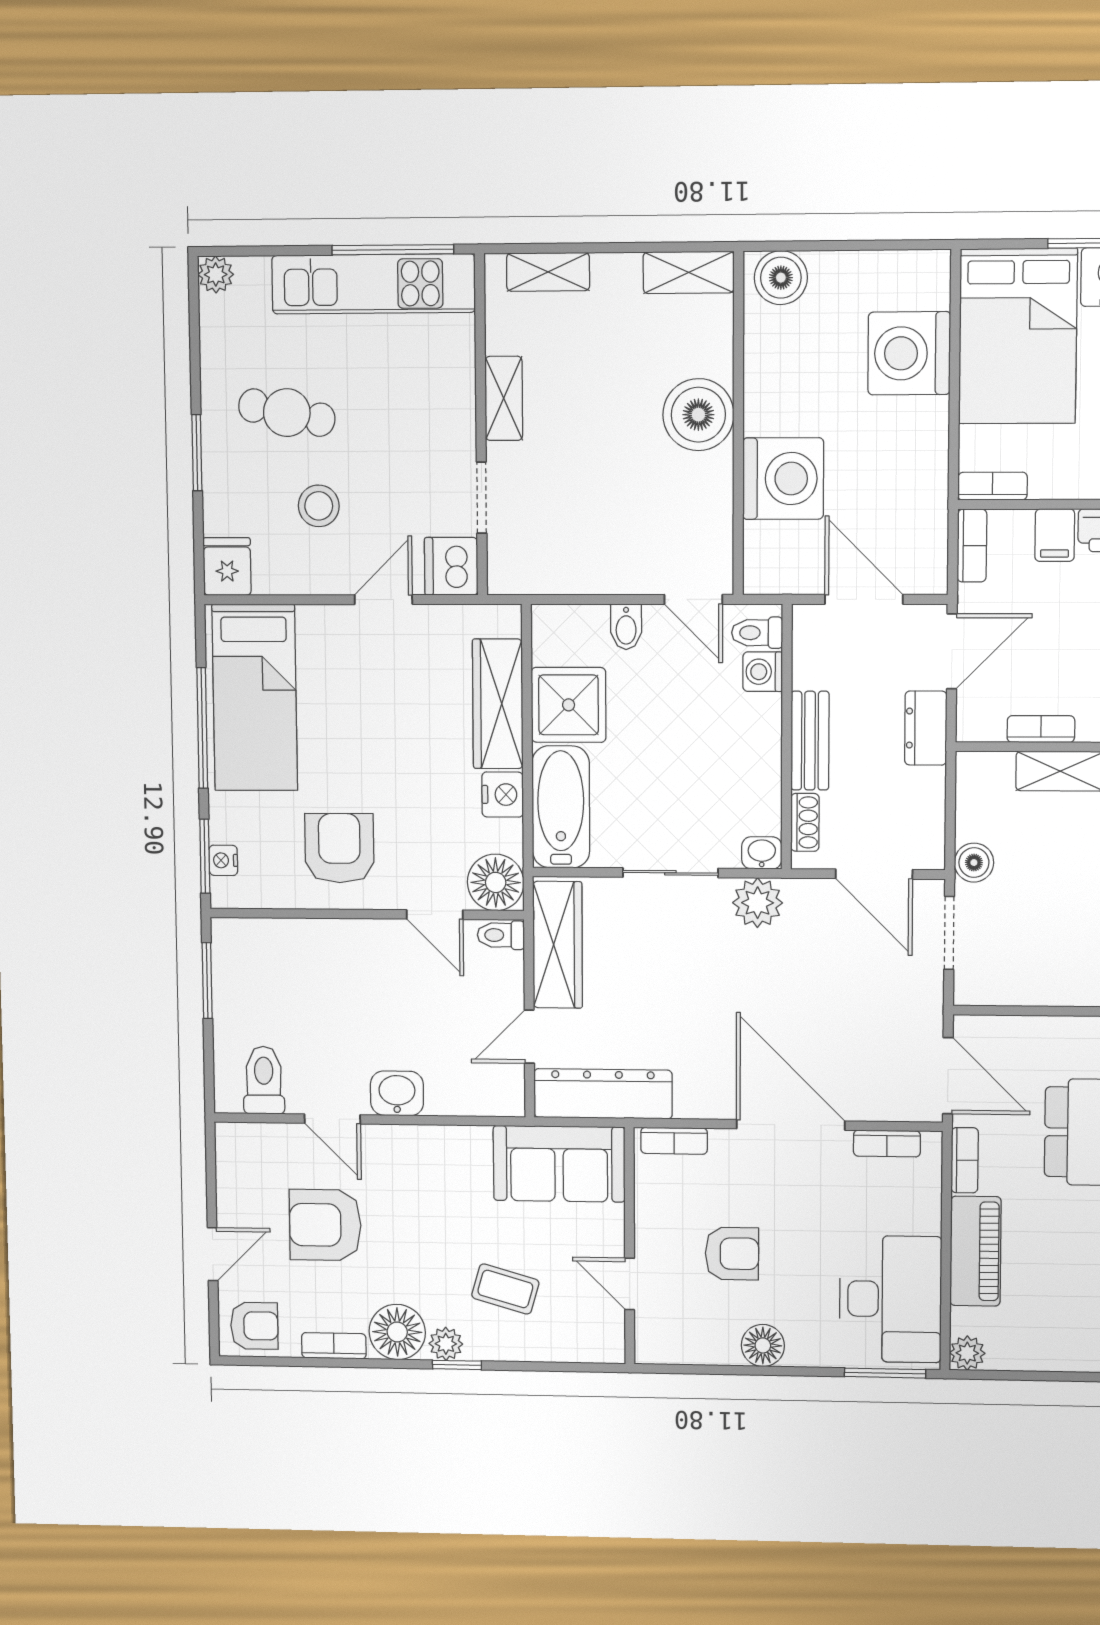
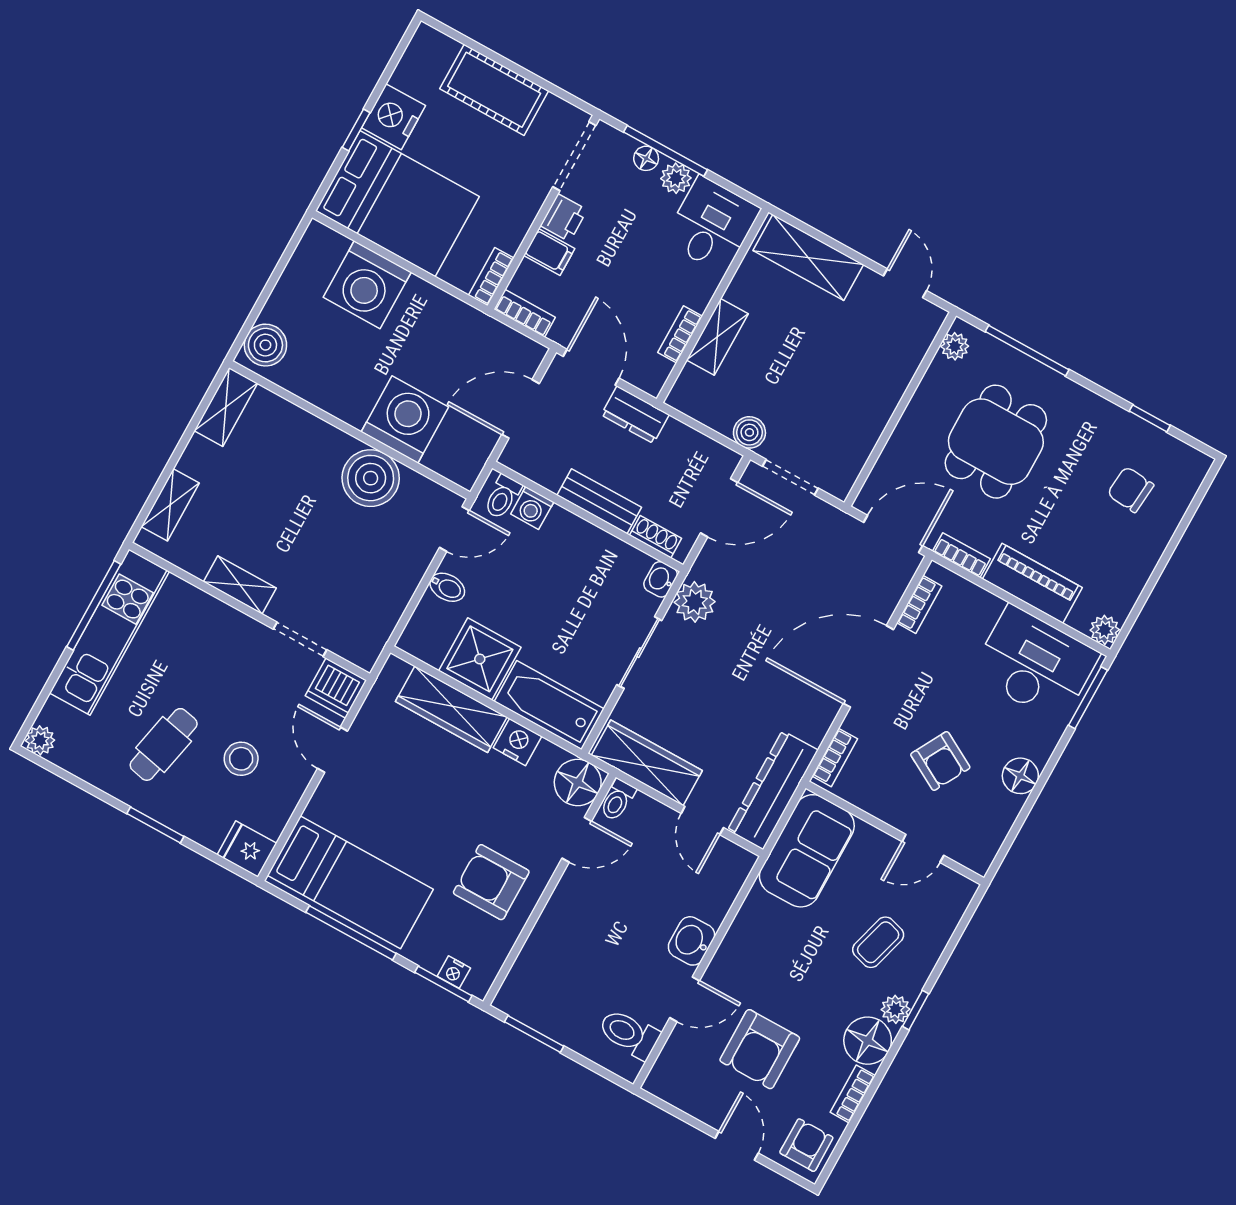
boiler: (698, 415) -> (371, 478), moved
armchair: (732, 1254) -> (940, 761), turned 119

